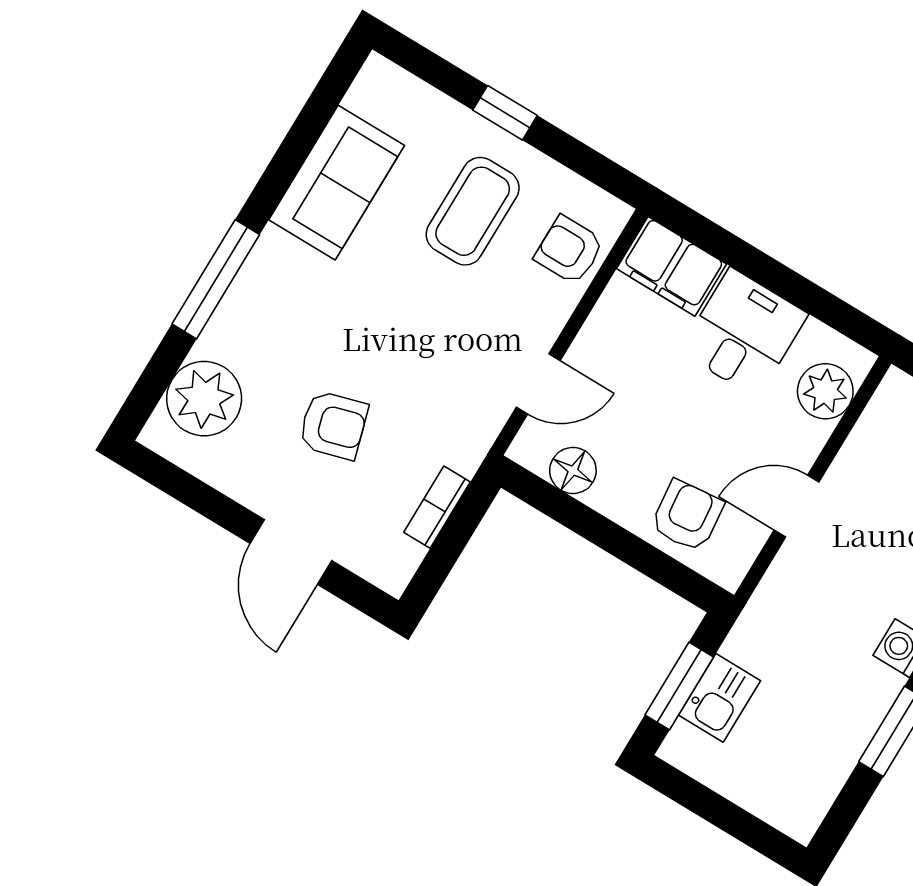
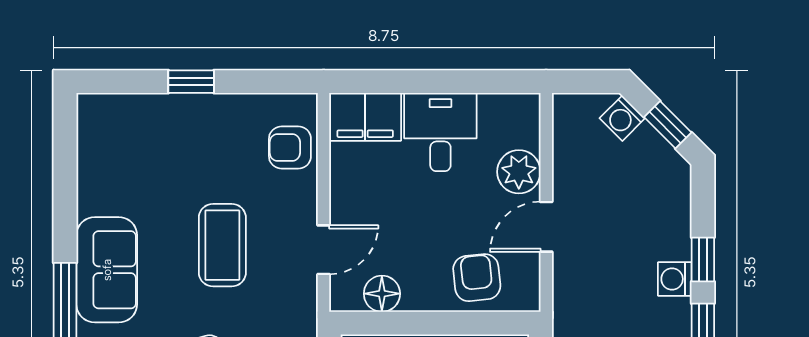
sofa: (337, 183) -> (107, 270), moved
coffee table: (473, 211) -> (222, 245), moved
plant: (825, 391) -> (519, 172), moved

